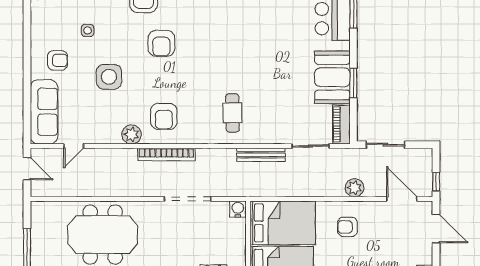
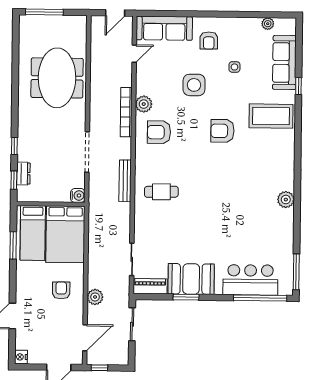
door: (74, 146) -> (134, 54), swing flipped
bookcase: (166, 154) -> (126, 112), moved
bench: (261, 155) -> (125, 181), moved

